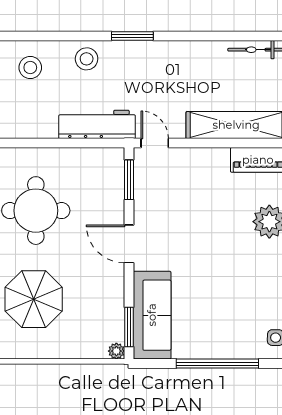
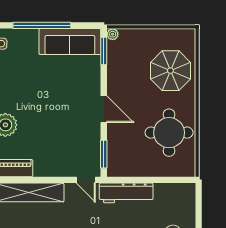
sofa: (152, 315) -> (70, 42), moved, turned -90

